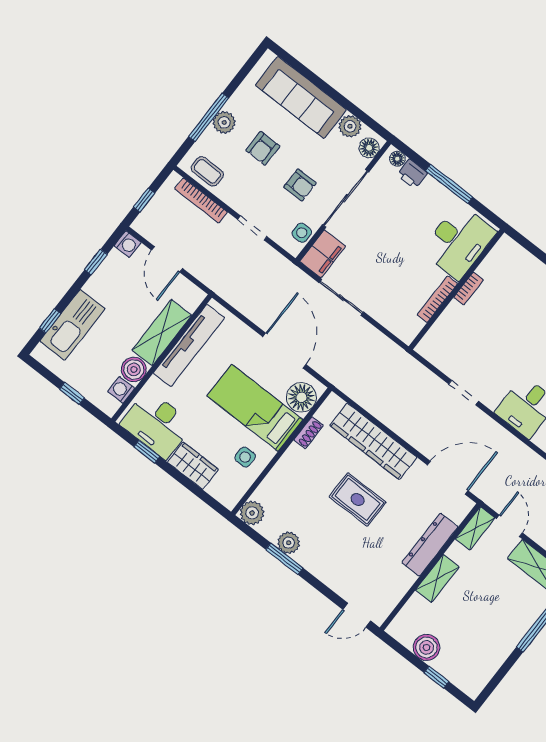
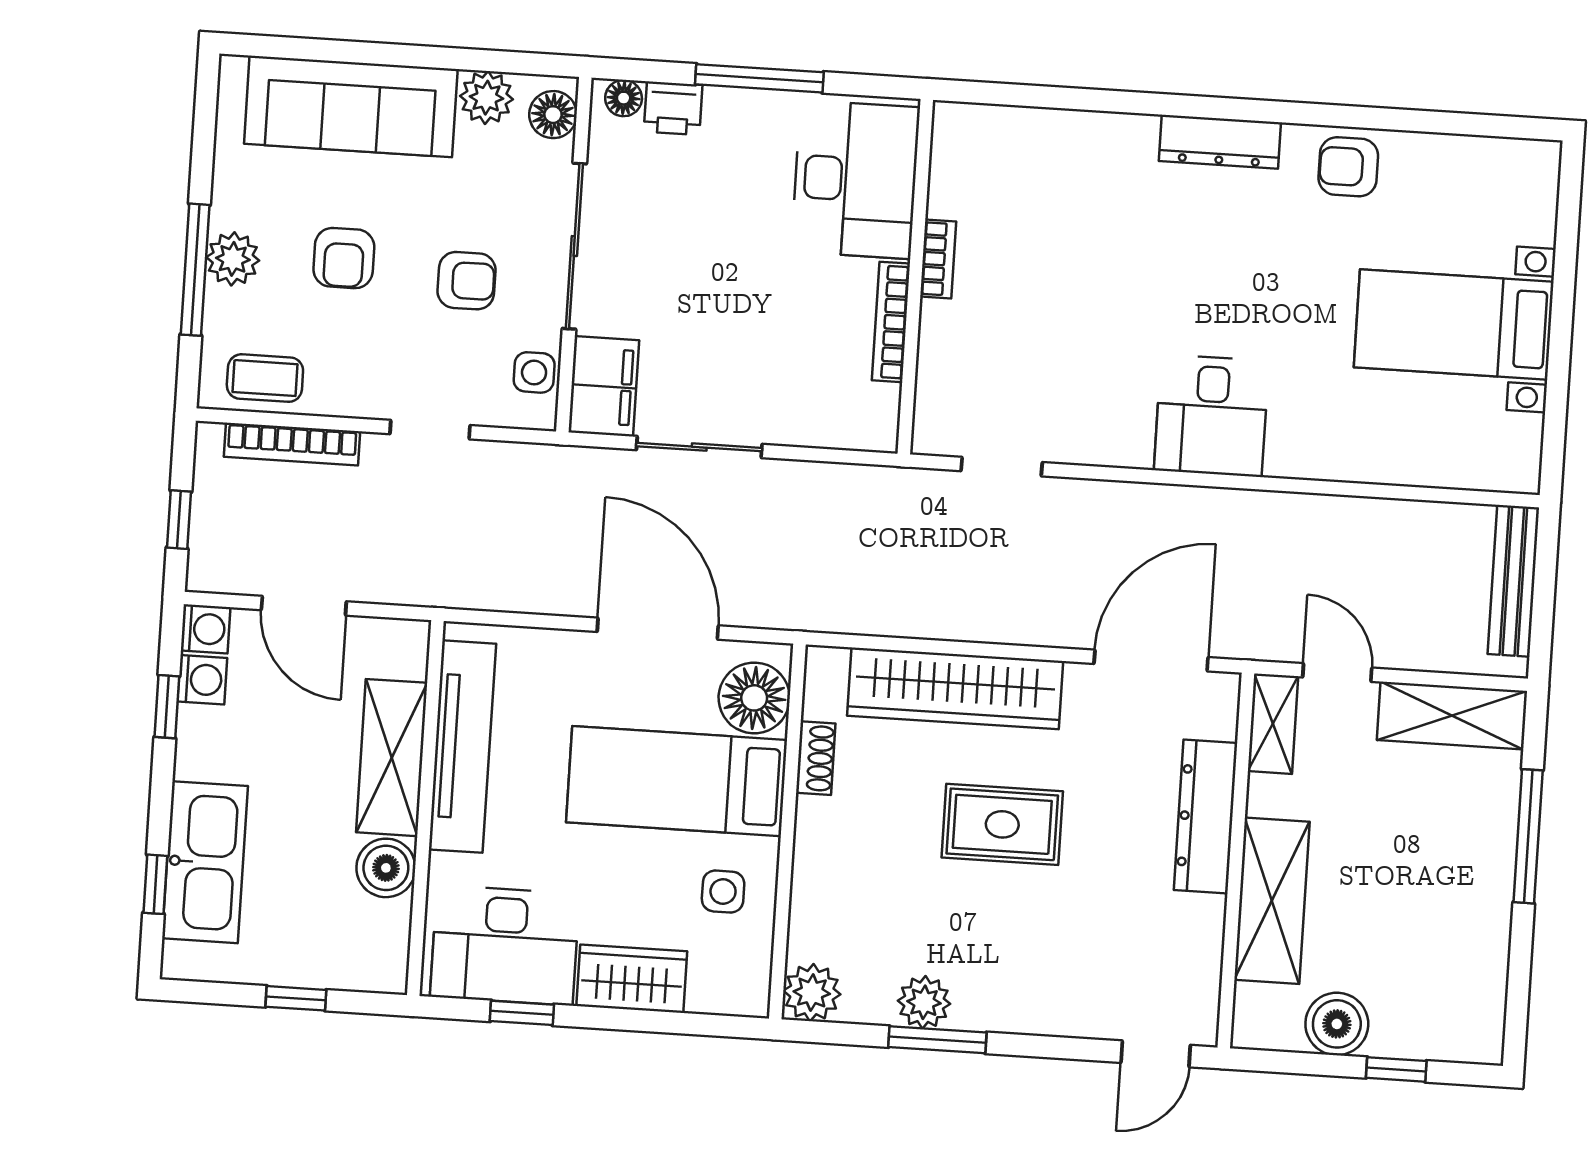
washing machine: (121, 390) -> (202, 680), moved, turned 180
doorway: (464, 392) -> (1002, 467), moved
shelving: (437, 578) -> (1272, 901), width x1.50, depth x1.33

